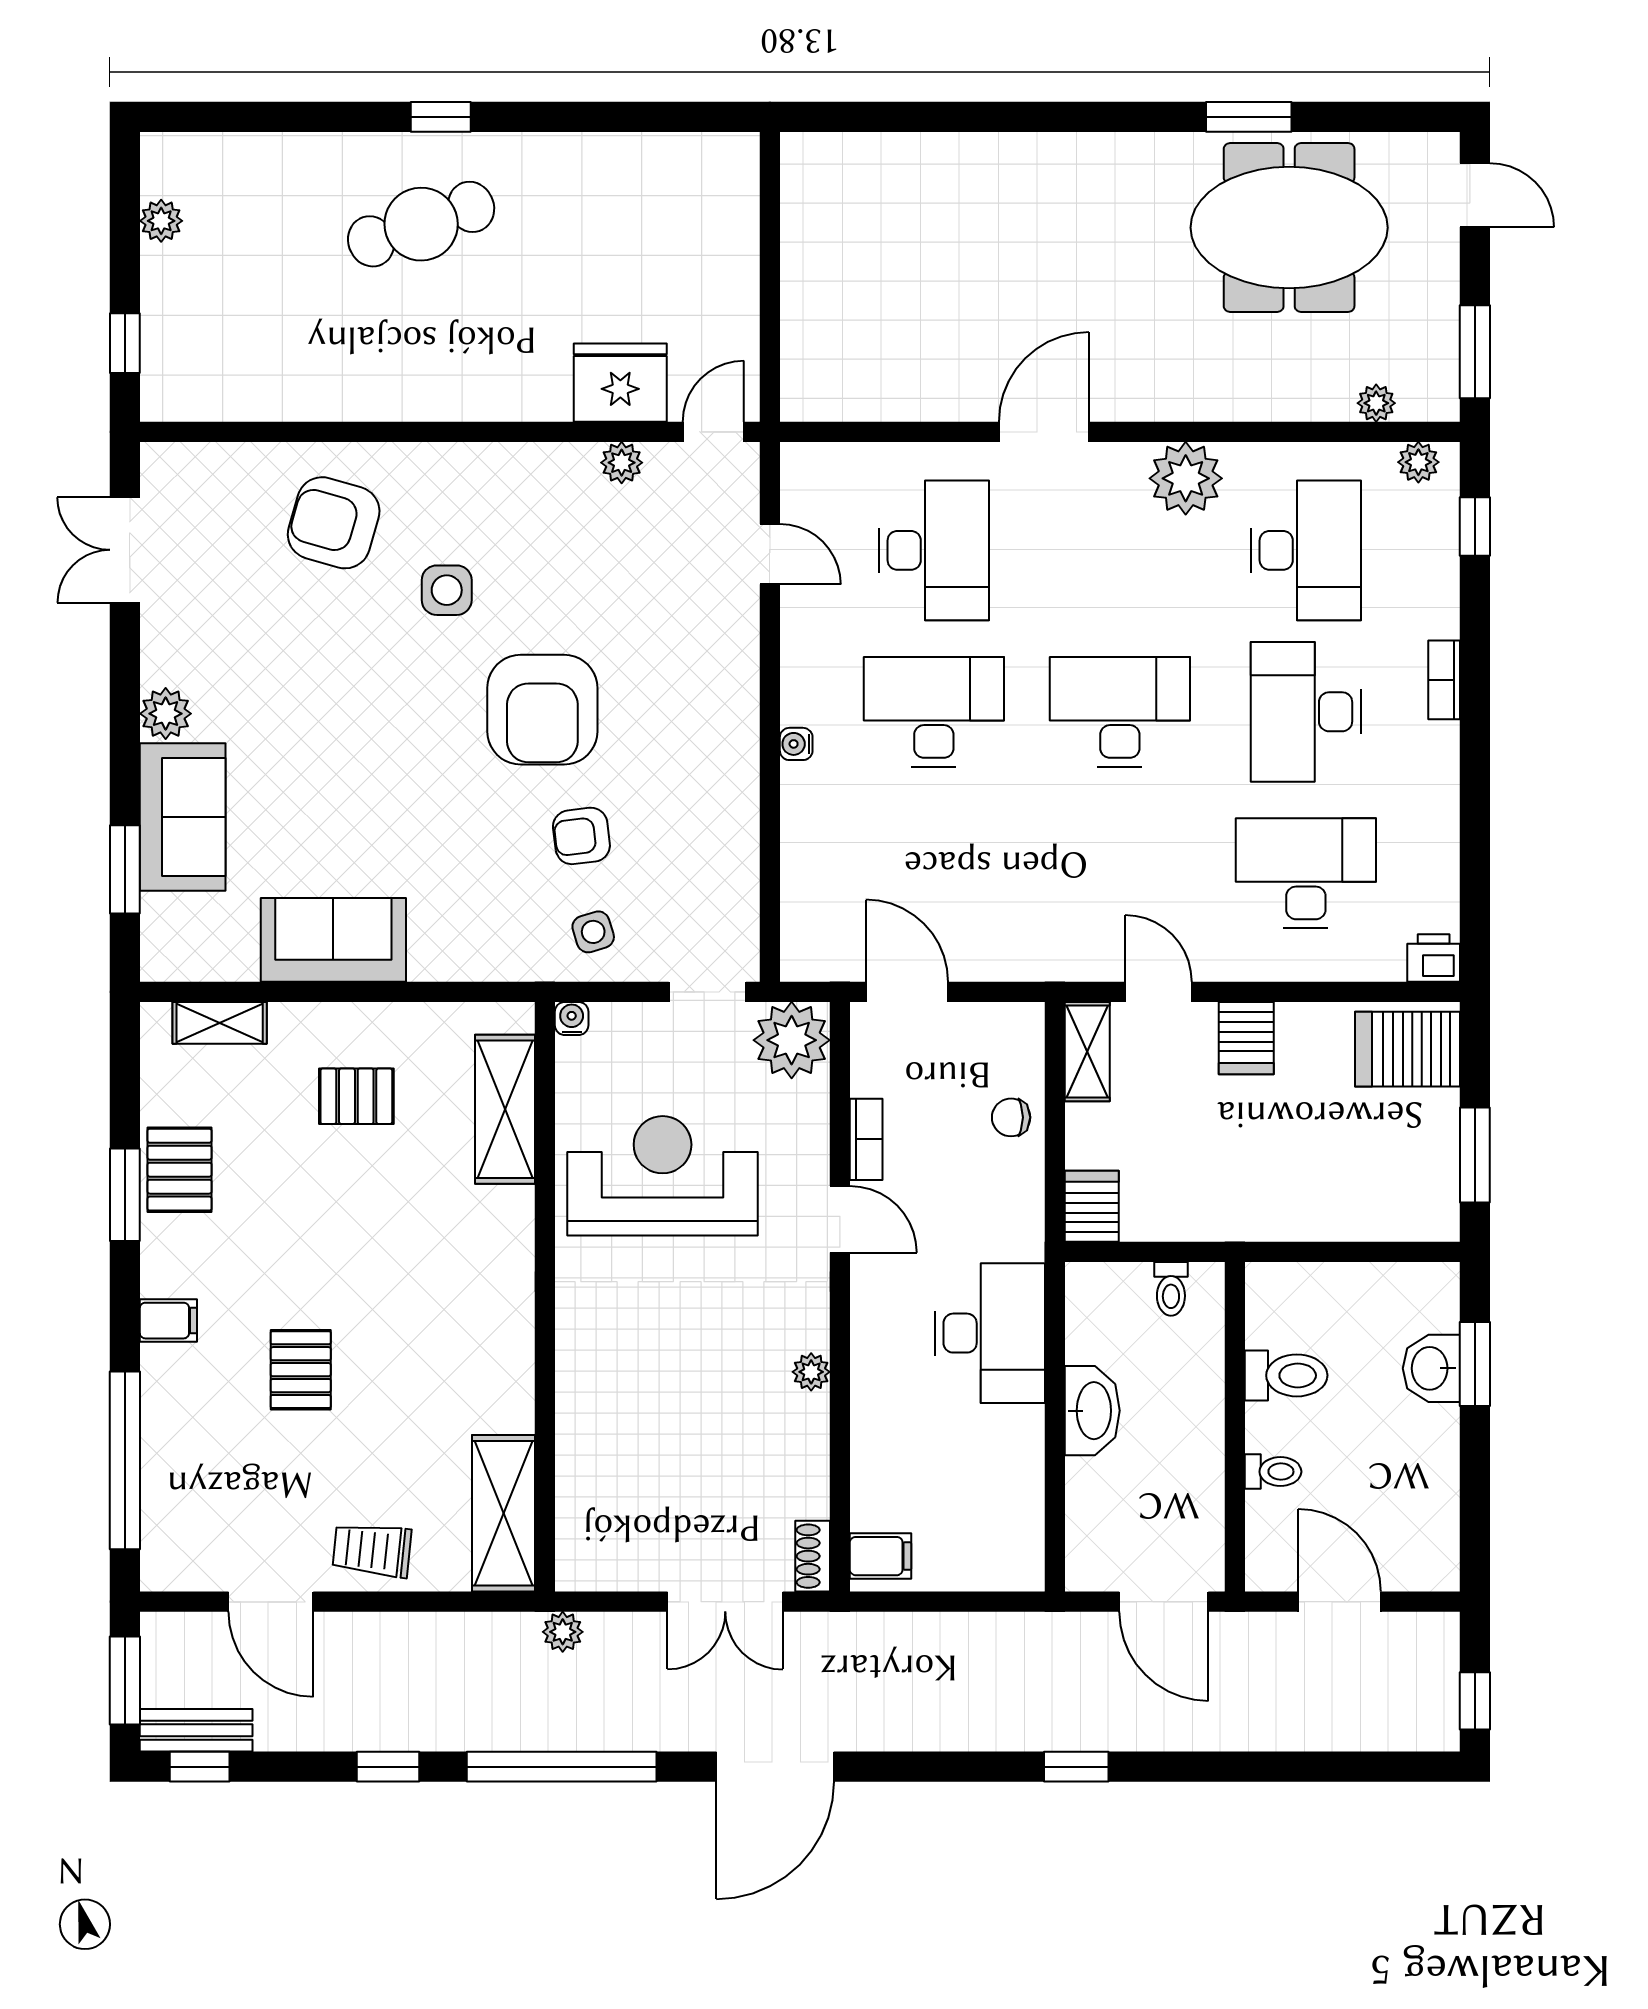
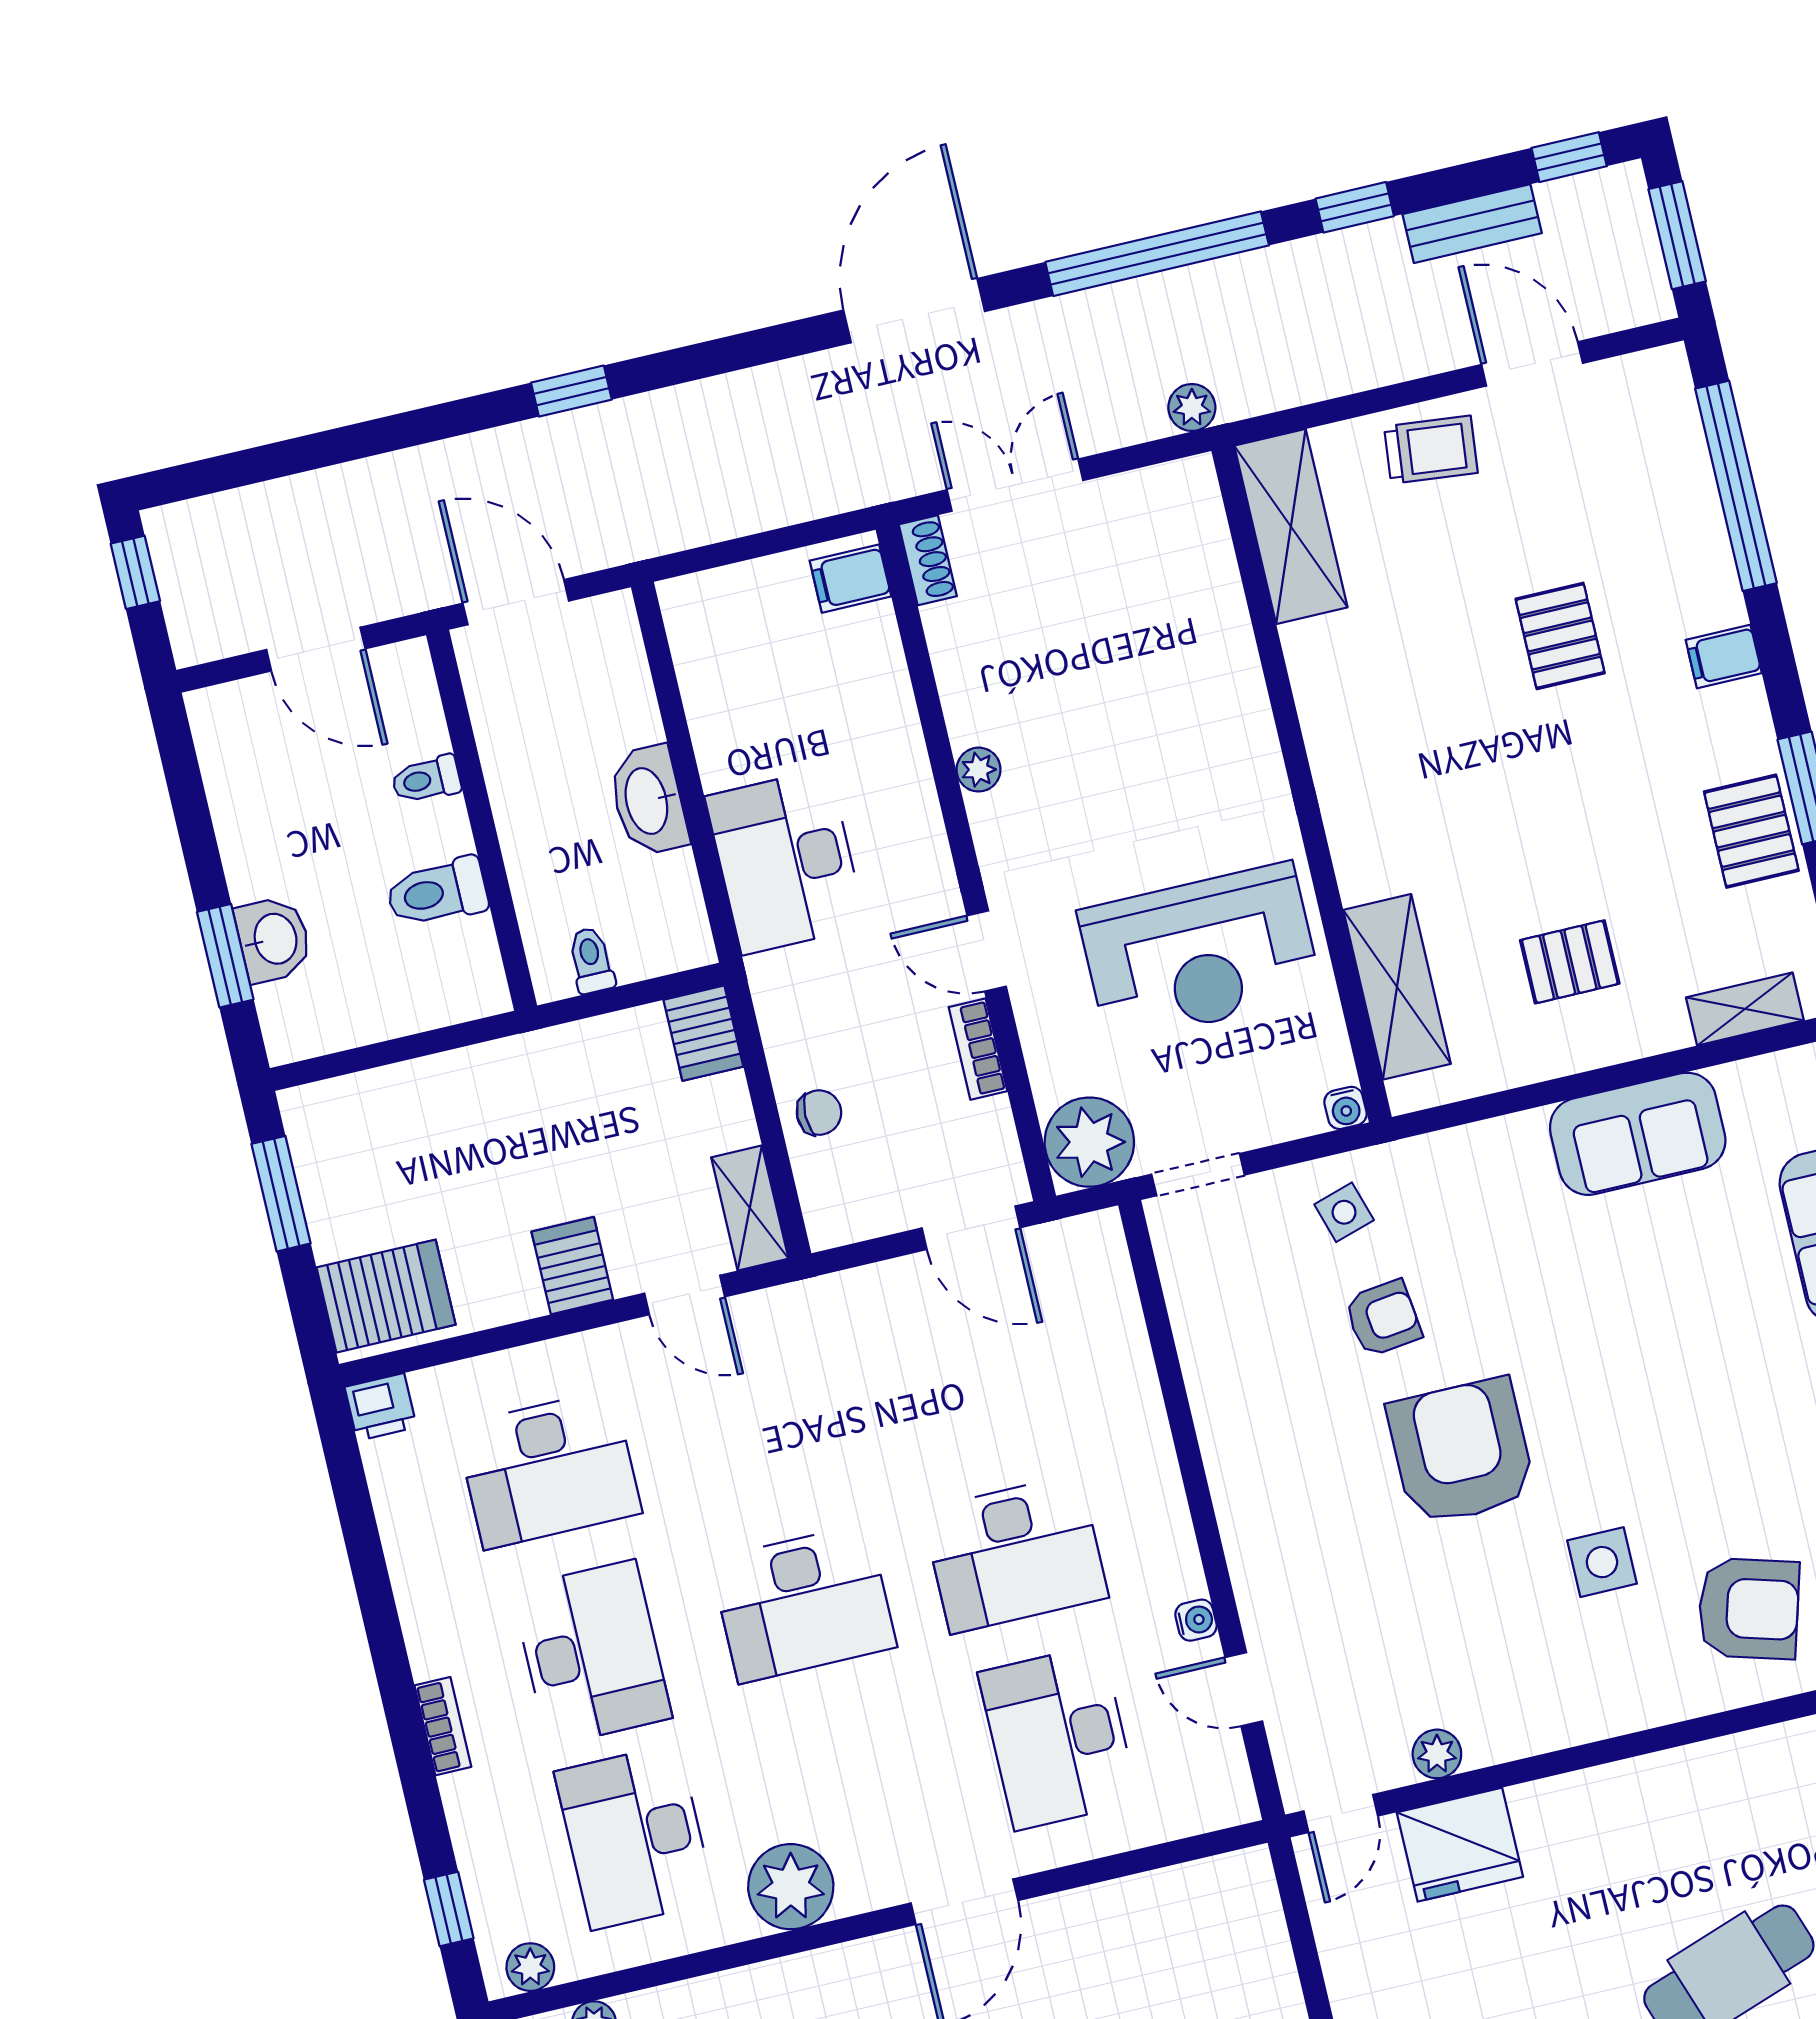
water cooler: (796, 744) -> (1196, 1620), moved
bench: (196, 1730) -> (1472, 224), moved

